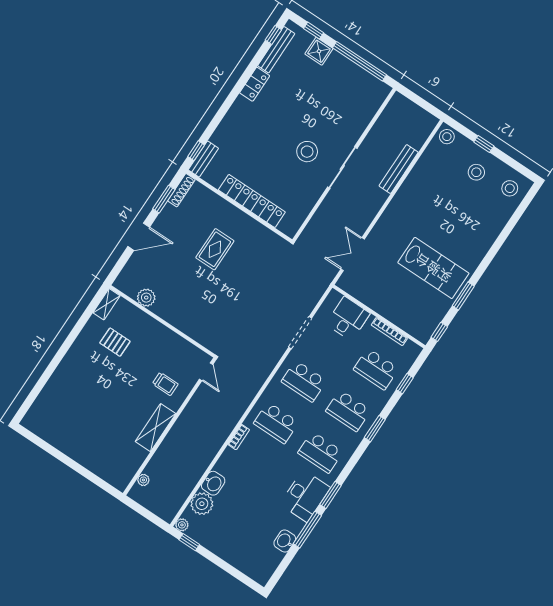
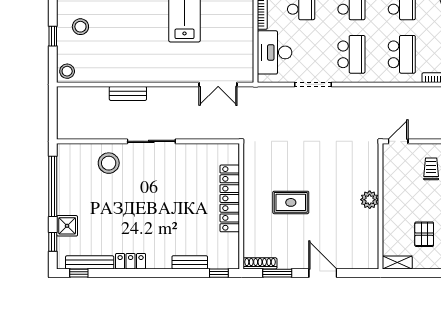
stool: (307, 152) -> (109, 163), moved
bench: (203, 159) -> (190, 262), moved
bench: (399, 169) -> (128, 93), width x0.73
plant: (146, 298) -> (370, 200), moved
desk: (348, 319) -> (275, 52), width x1.37

